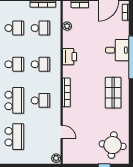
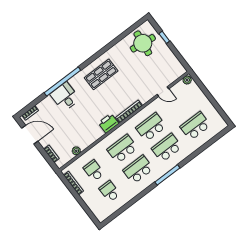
printer: (70, 57) -> (108, 123), moved
school desk: (14, 64) -> (138, 170), width x1.85
school desk: (41, 64) -> (122, 149), width x1.85
school desk: (41, 100) -> (151, 127), width x1.85
door: (62, 132) -> (163, 92), swing flipped

